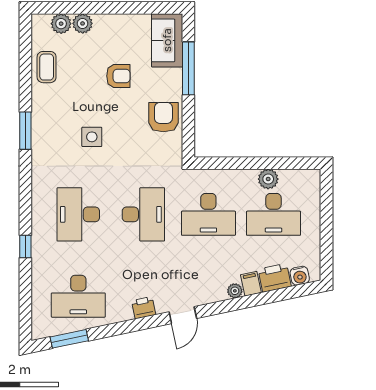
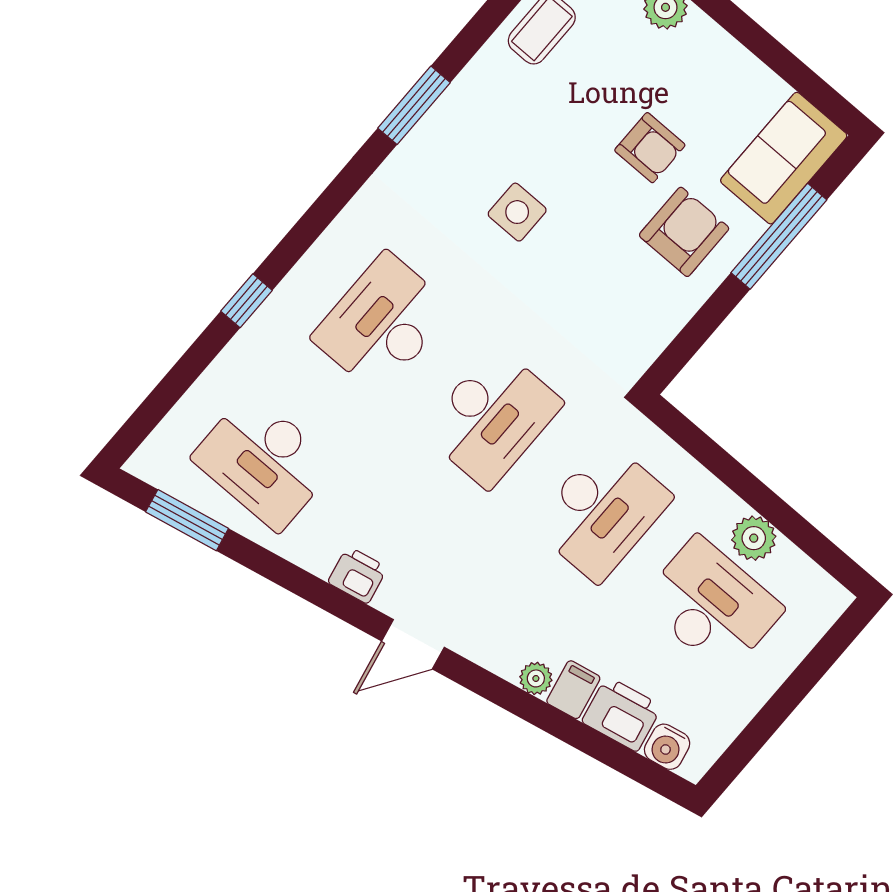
armchair: (163, 117) -> (684, 232), moved
desk: (208, 214) -> (602, 511), turned -90
desk: (274, 214) -> (712, 605), turned 180

